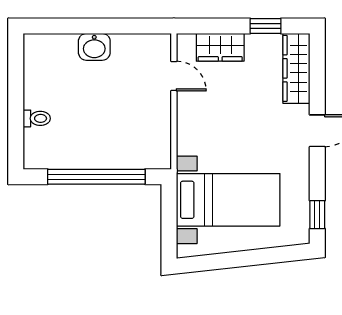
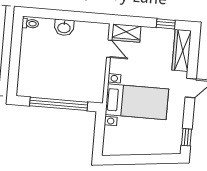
wardrobe: (220, 47) -> (126, 33), moved
toilet: (37, 118) -> (30, 24), moved
bed with nightstands: (228, 200) -> (137, 102), moved

